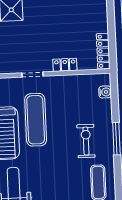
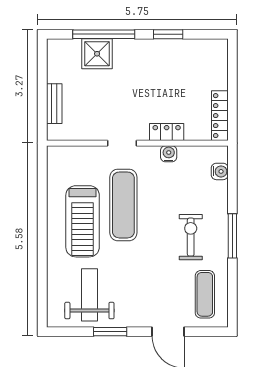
water cooler: (67, 81) -> (169, 154), added

